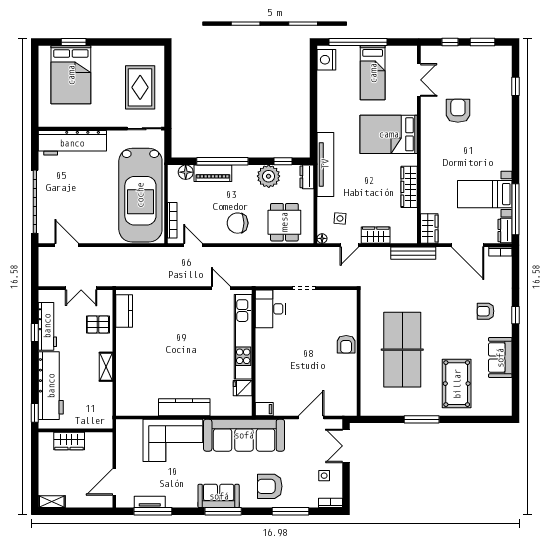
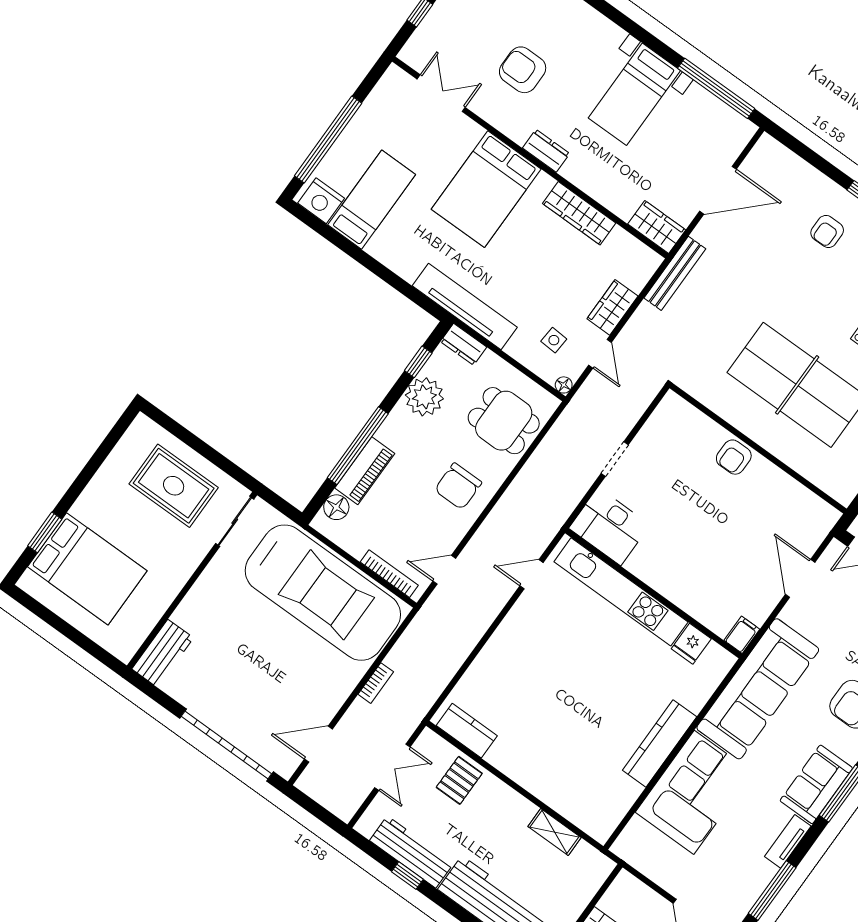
bed: (373, 73) -> (372, 200), moved, turned -90
workbench: (72, 143) -> (163, 653), width x0.53, depth x0.76
bed with nightstands: (485, 194) -> (634, 94), moved
dresser: (505, 230) -> (546, 151), moved, turned 180
bookcase: (500, 251) -> (376, 683), moved
armchair: (346, 344) -> (734, 457), turned 90
shelving: (106, 367) -> (554, 832), moved
tv unit: (150, 502) -> (788, 841), moved

